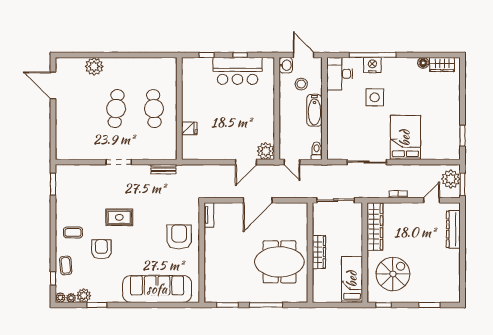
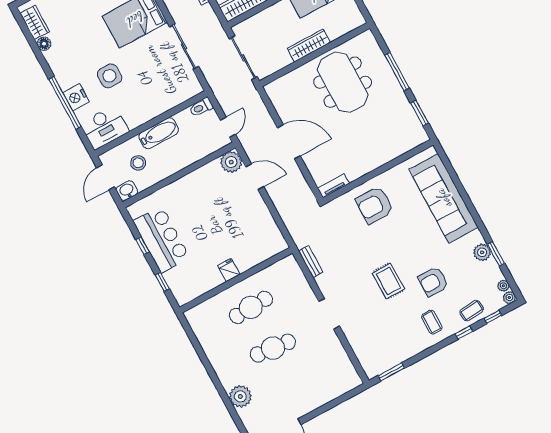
fridge: (189, 128) -> (229, 270), moved
window: (53, 251) -> (464, 332), added
plant: (84, 296) -> (482, 252), moved

